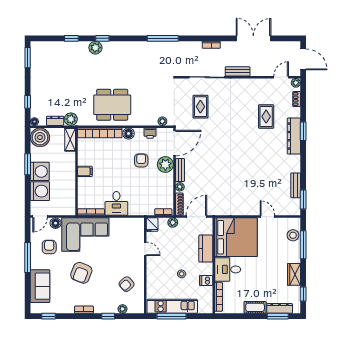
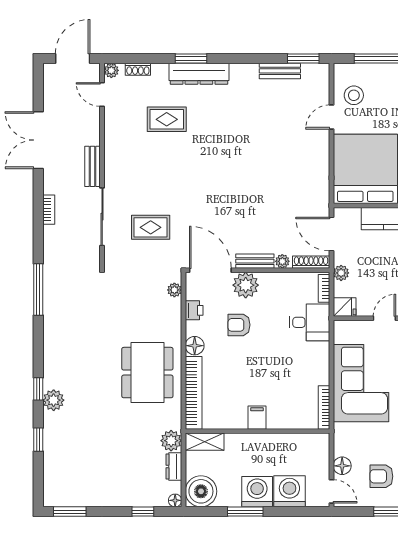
desk: (116, 203) -> (310, 322), moved
corner sofa: (85, 235) -> (361, 383), moved
stool: (293, 235) -> (354, 95), moved

